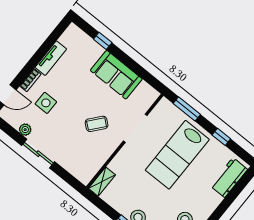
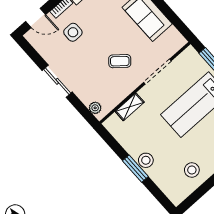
plant: (25, 130) -> (95, 108), moved
shelving: (102, 182) -> (130, 107), moved

